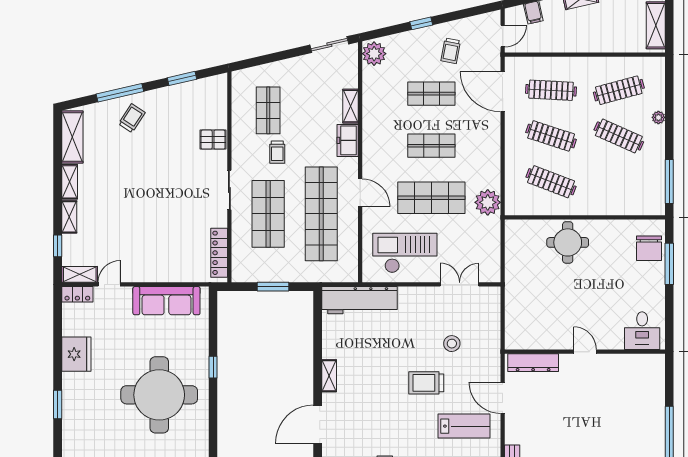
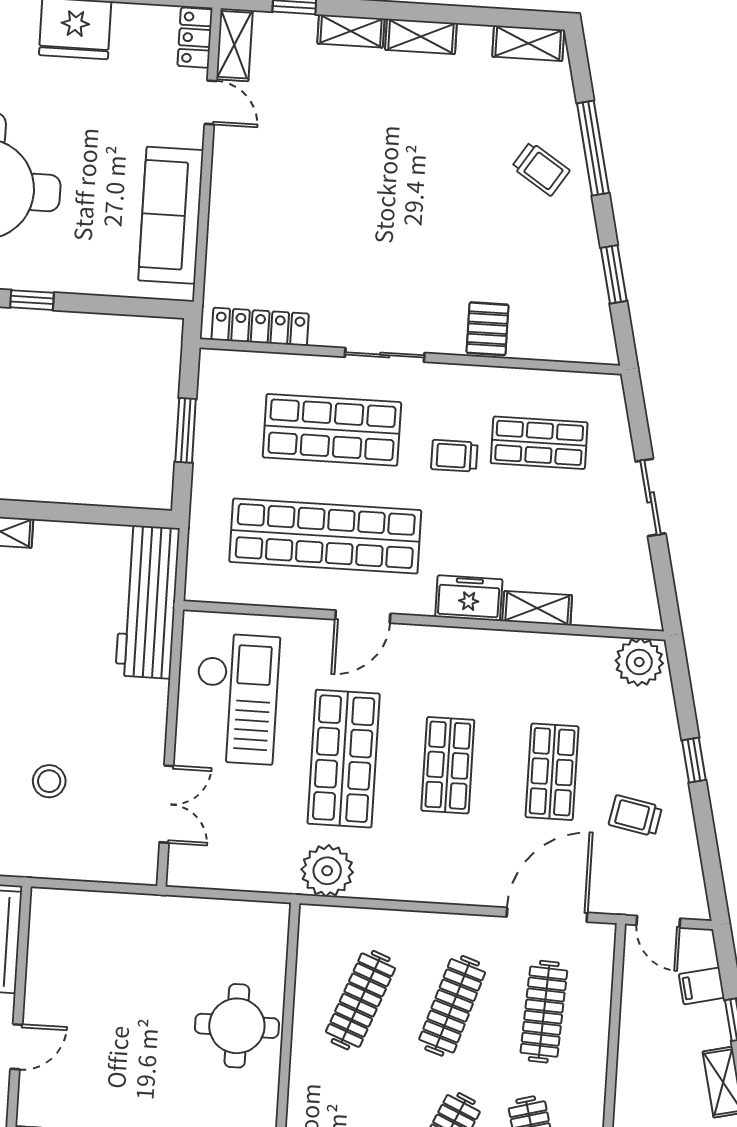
sliding door: (329, 45) -> (651, 497), moved
shelving: (72, 137) -> (528, 43), width x0.67, depth x0.75

